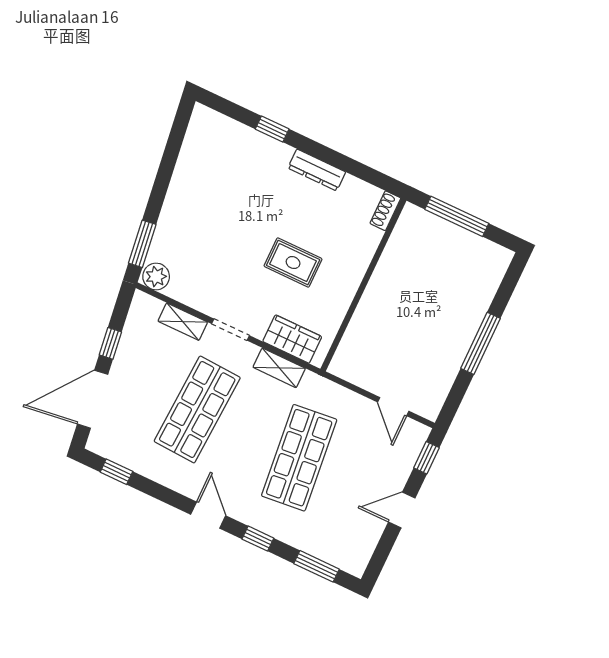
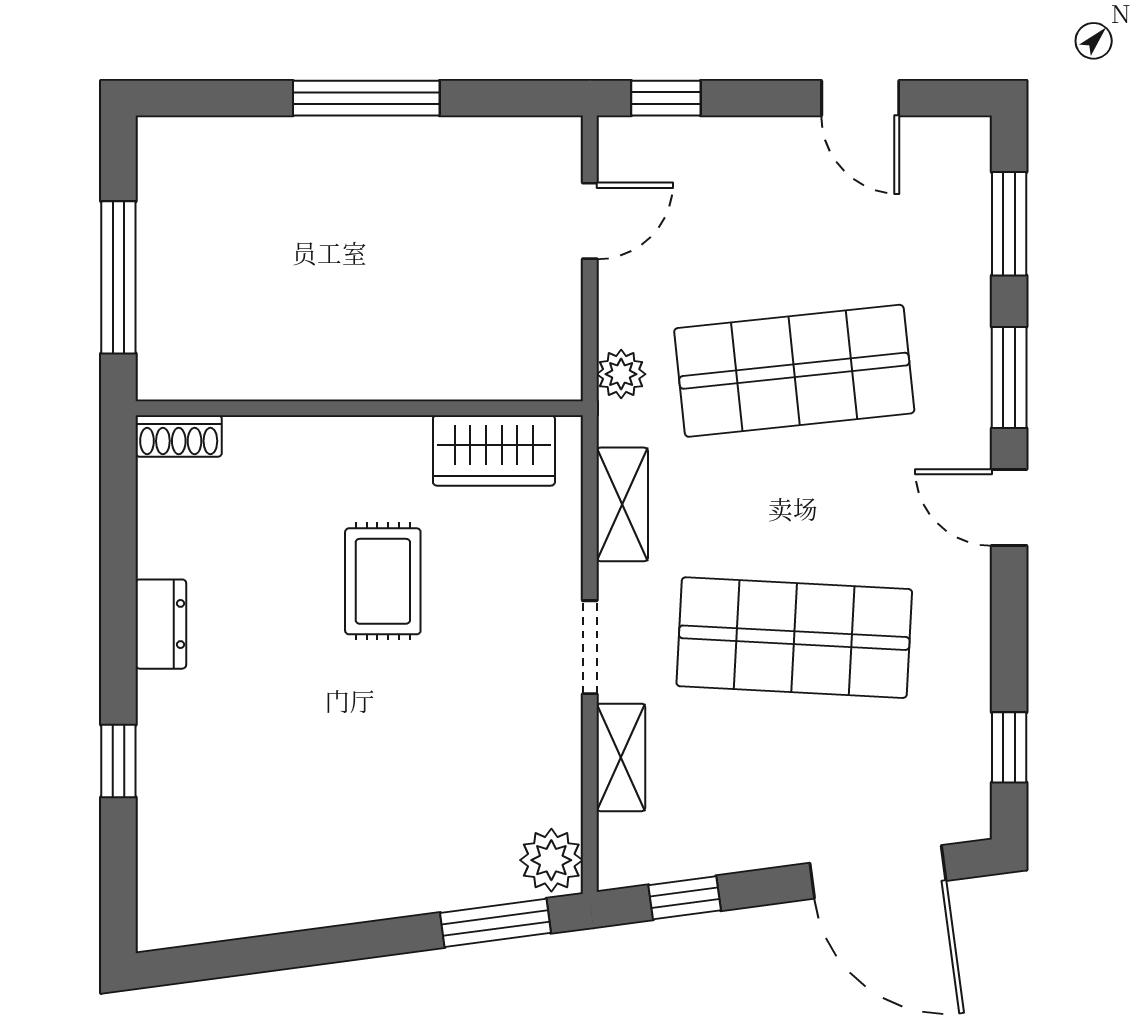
dresser: (317, 170) -> (161, 624), width x0.70
wardrobe: (292, 339) -> (494, 450), moved, turned -90
window: (110, 343) -> (685, 898), moved
plant: (329, 391) -> (621, 374), added
door: (402, 510) -> (860, 98), moved
door: (208, 515) -> (1009, 508), hinge flipped
window: (258, 539) -> (1009, 378), width x1.50

